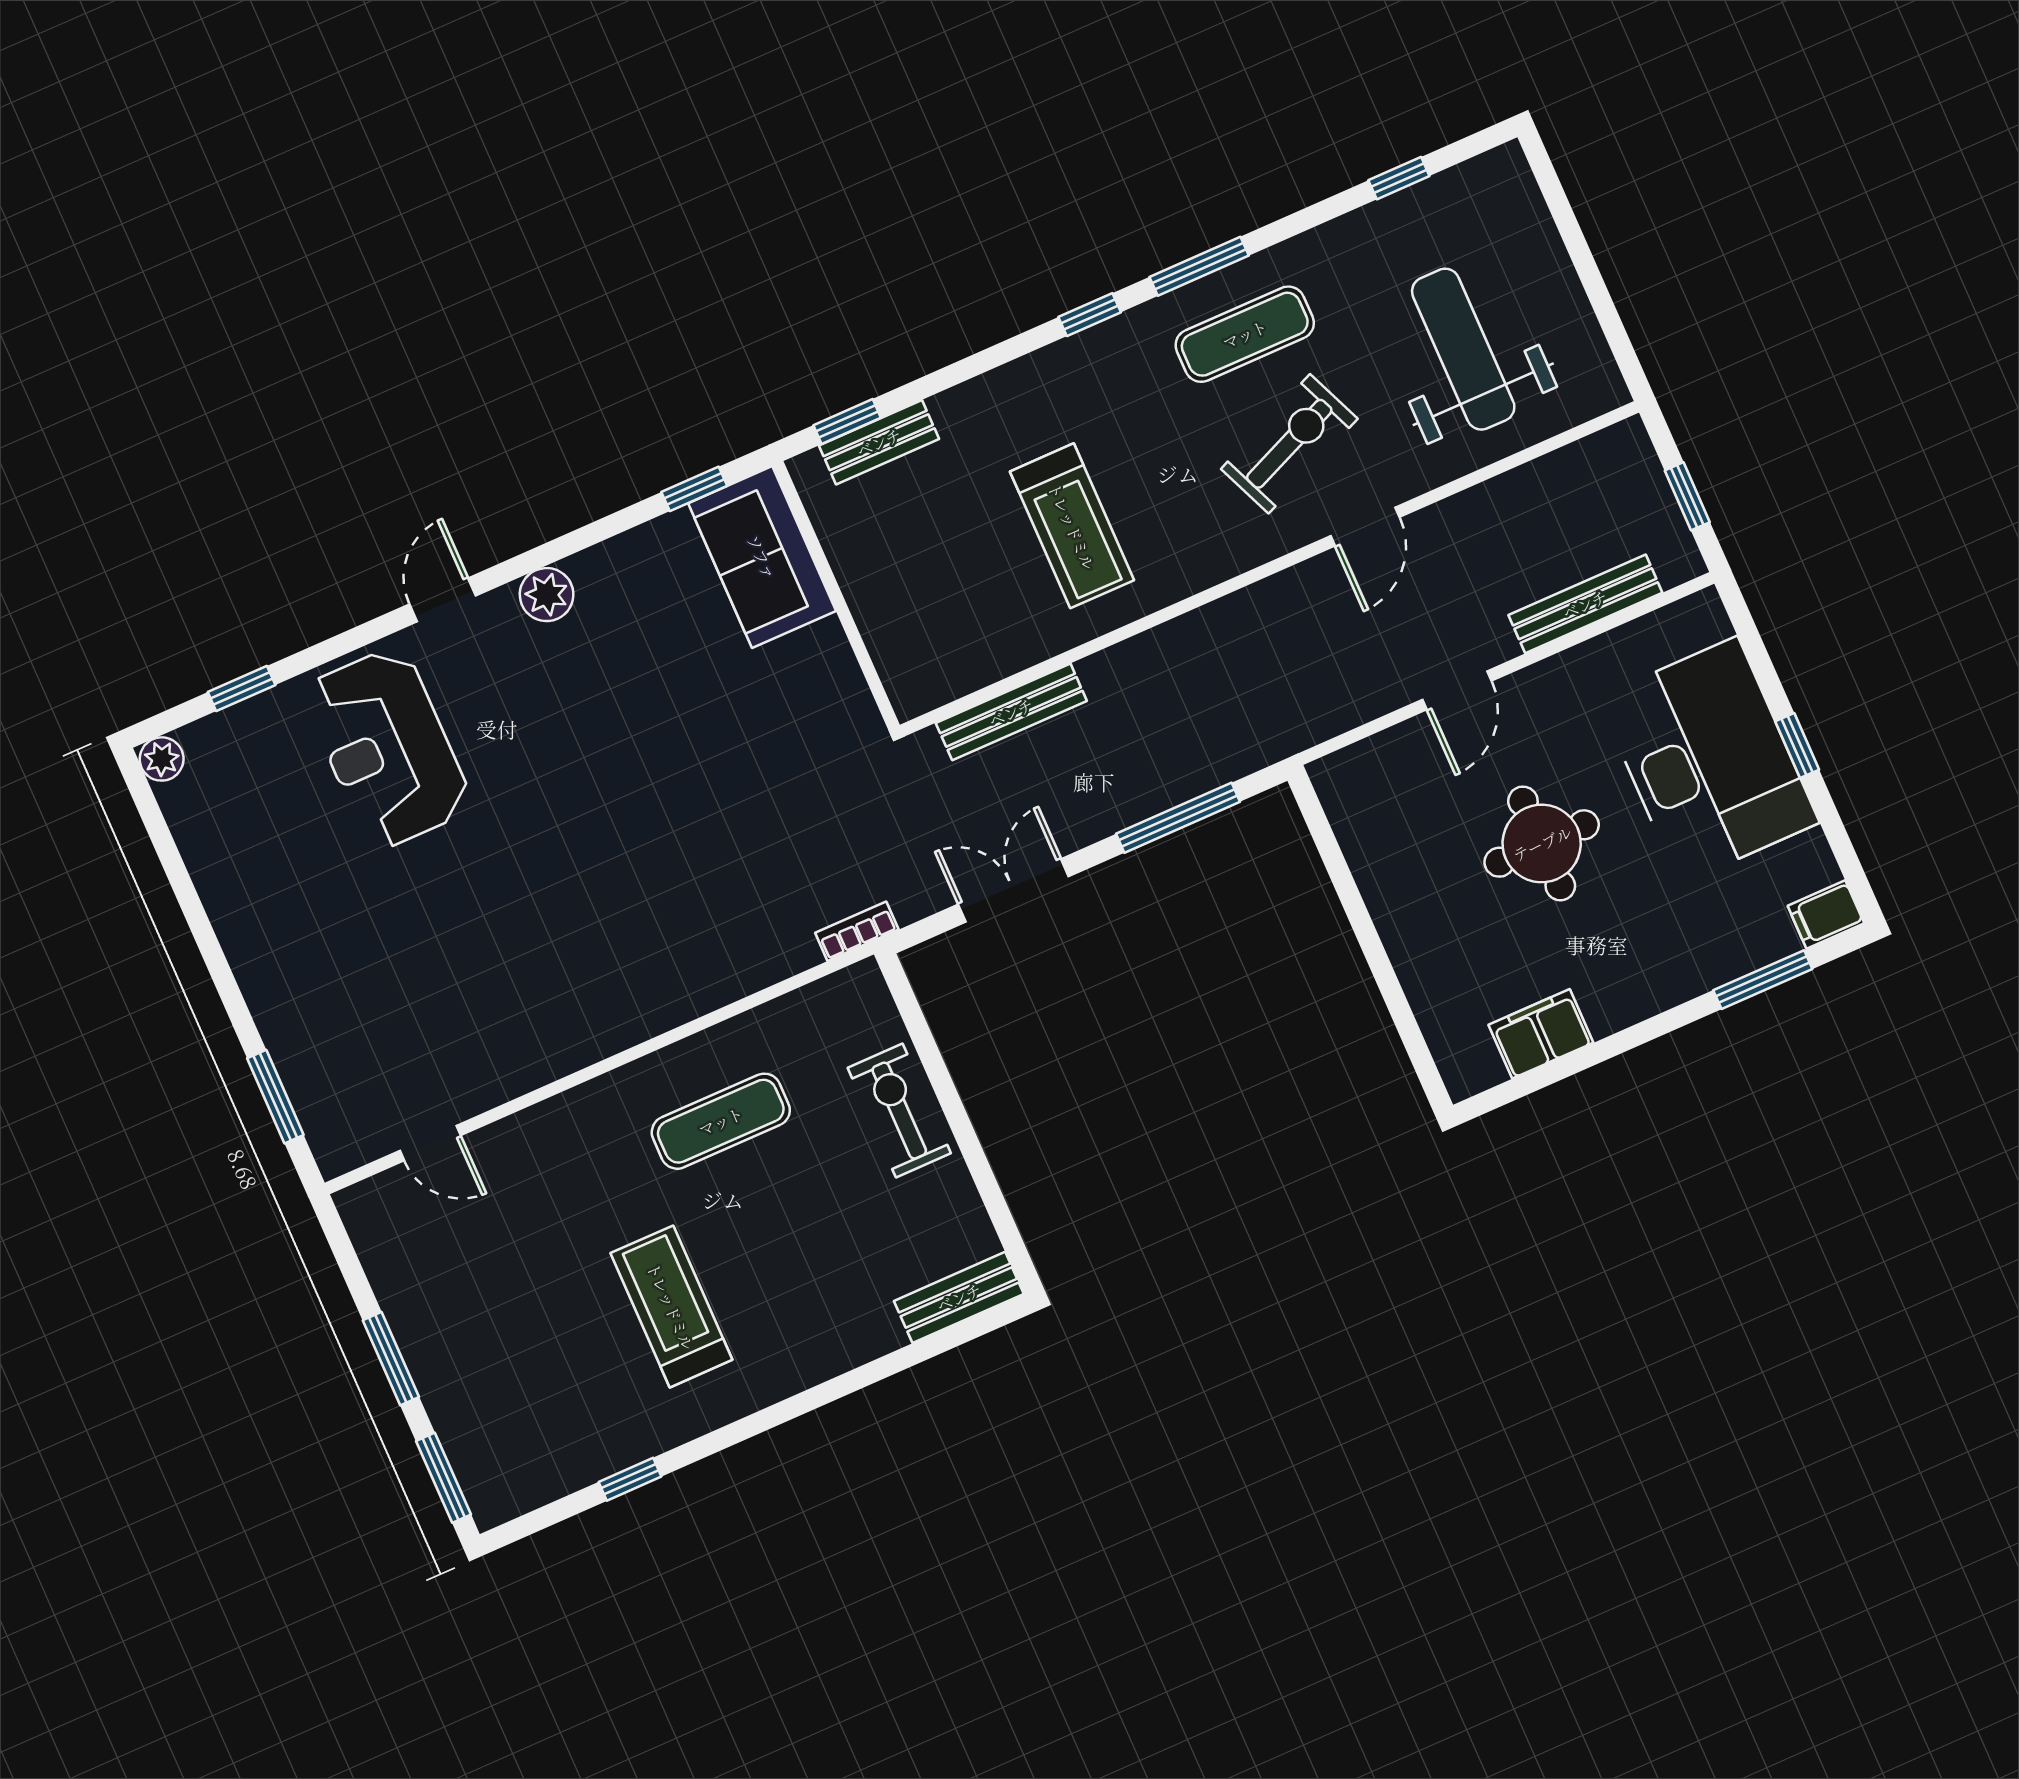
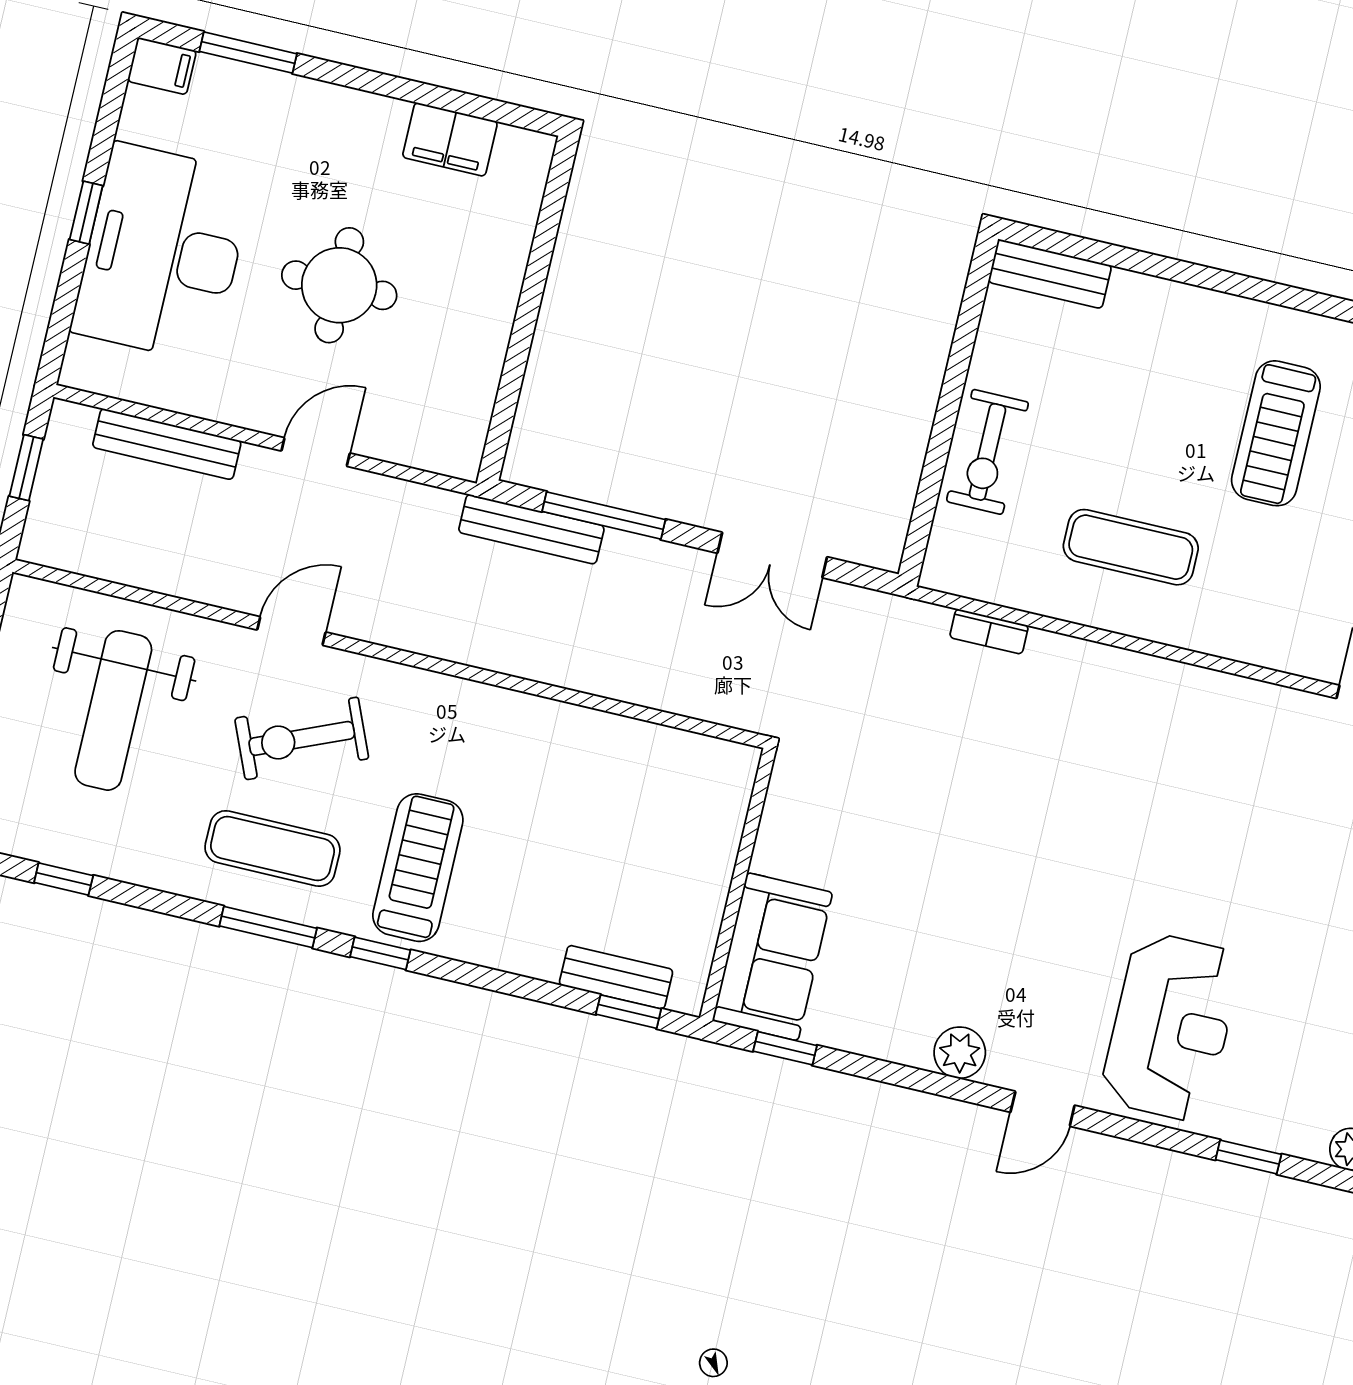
treadmill: (1072, 526) -> (418, 868), moved
bench: (1011, 712) -> (531, 529), moved
bookcase: (857, 931) -> (989, 631), moved

